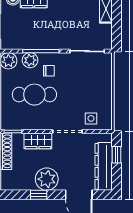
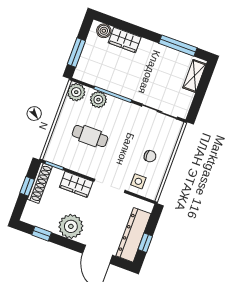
chair: (49, 71) -> (150, 156), moved
cafe table: (34, 95) -> (90, 136), width x0.73, depth x0.74
window: (117, 155) -> (145, 243), moved
window: (39, 195) -> (42, 234), moved

